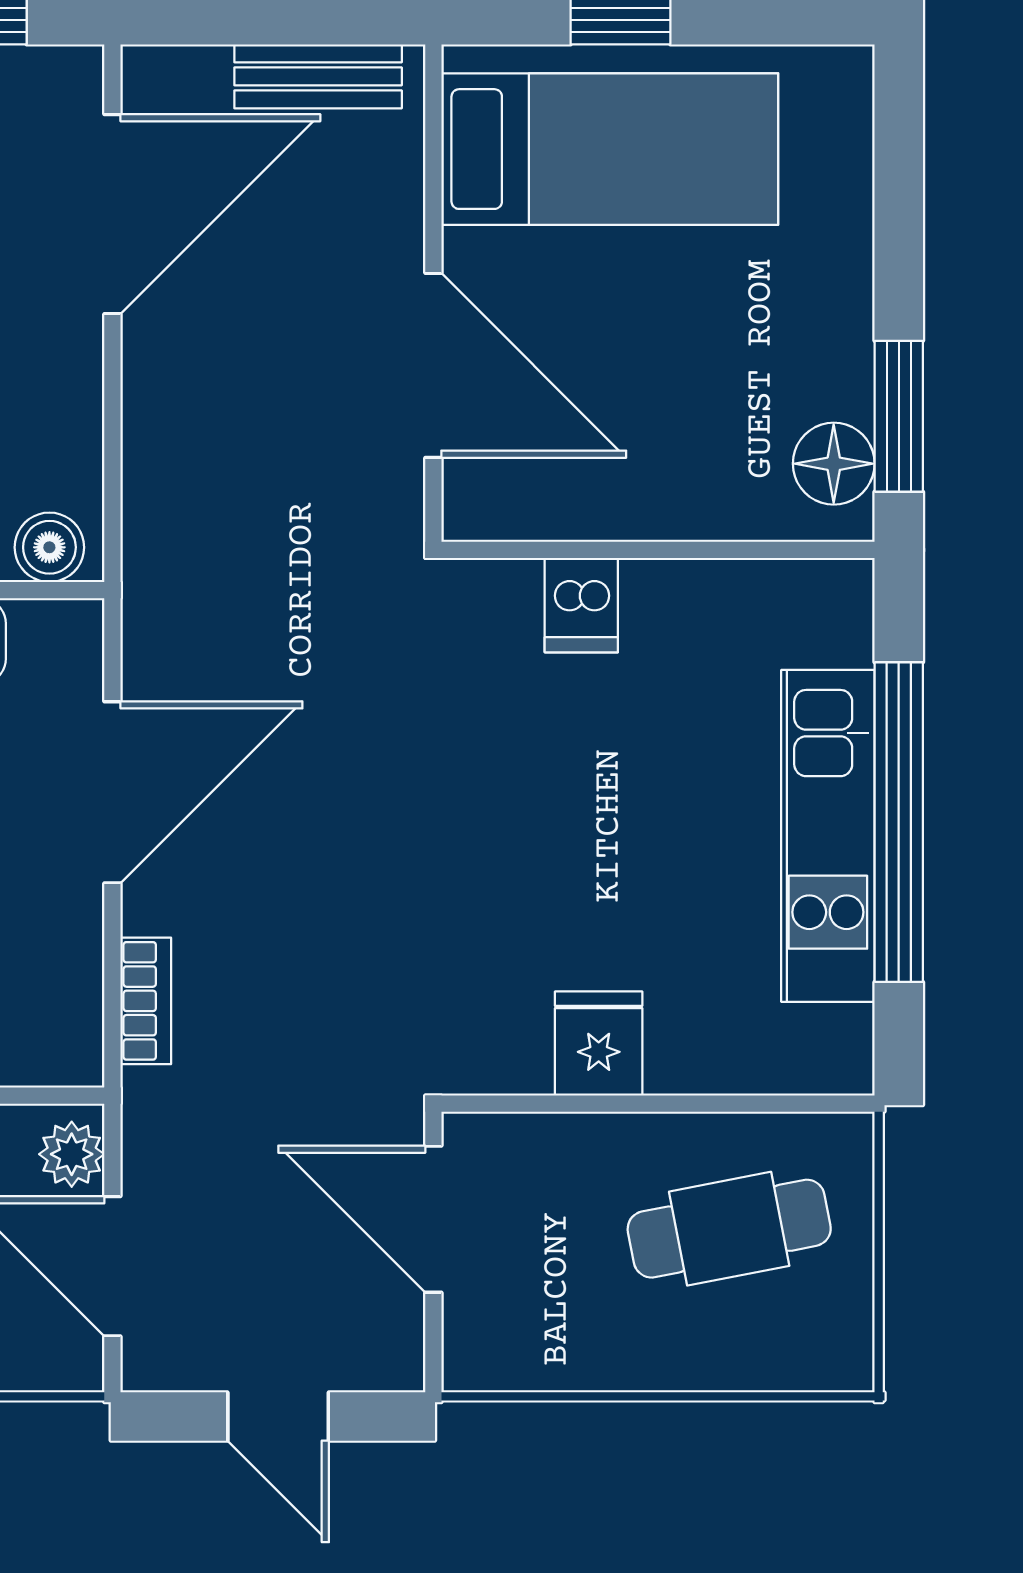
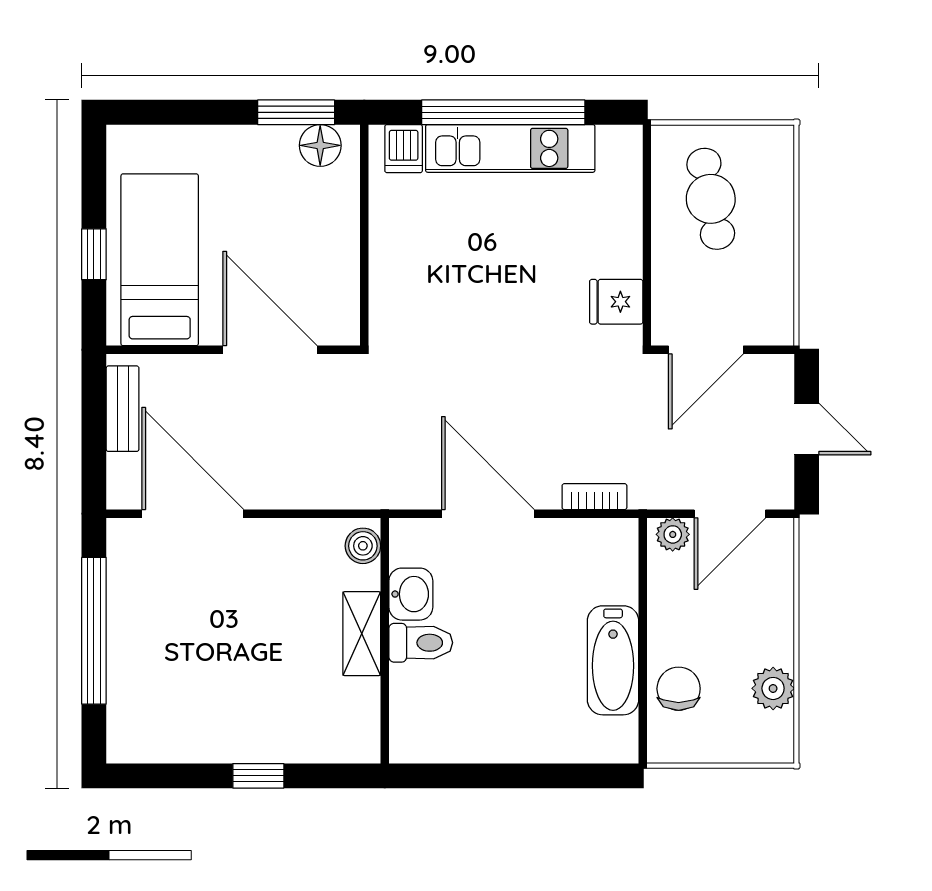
door: (433, 365) -> (270, 350), hinge flipped
dishwasher: (581, 605) -> (404, 149), moved, turned 90
fridge: (599, 1043) -> (616, 302), moved
door: (278, 1417) -> (807, 429), hinge flipped

